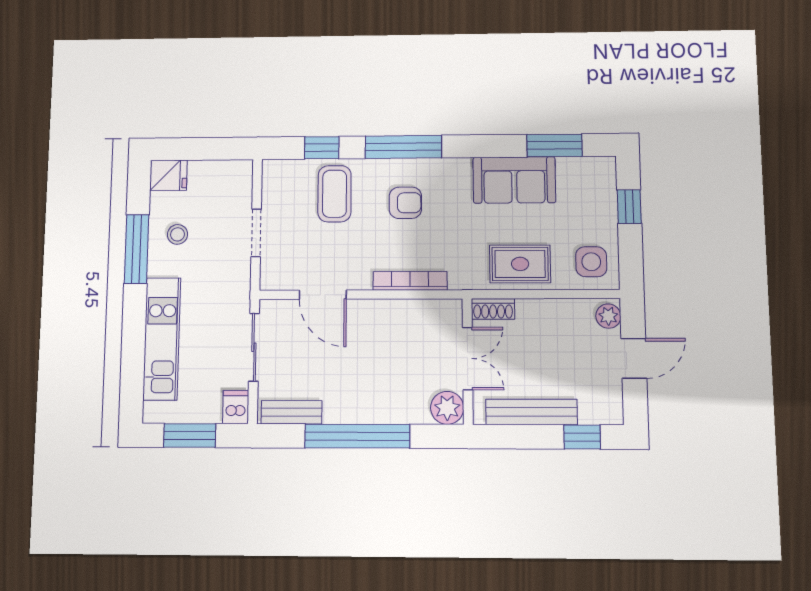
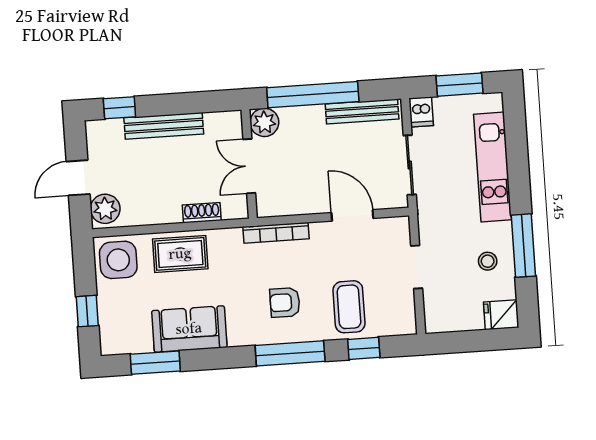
side table: (591, 262) -> (118, 260), width x1.37, depth x1.37
plant: (608, 316) -> (105, 209), width x1.38, depth x1.38
double door: (468, 358) -> (249, 166), moved
wall: (468, 361) -> (249, 164), moved
plant: (447, 408) -> (264, 122), moved
bench: (292, 412) -> (362, 112), width x1.36

